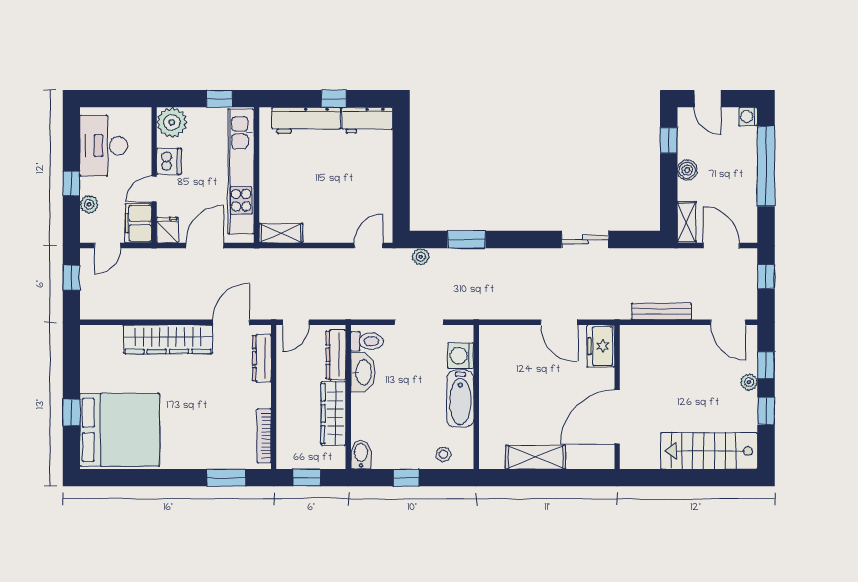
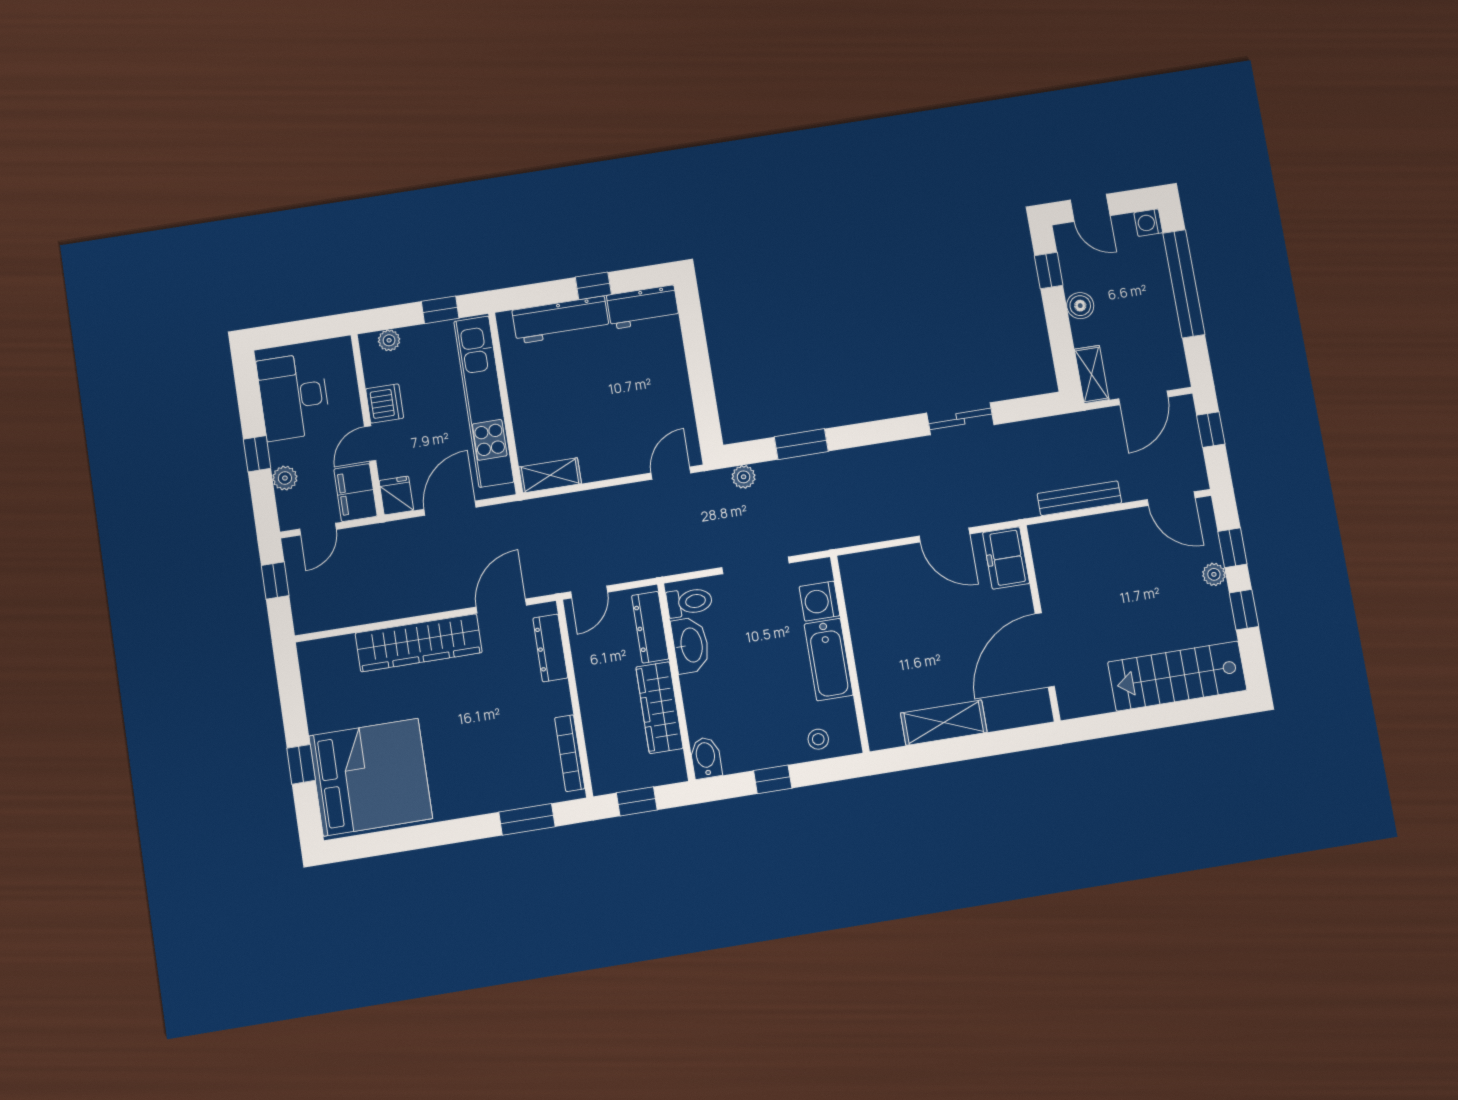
plant: (172, 122) -> (389, 340), width x0.53, depth x0.53
door: (721, 245) -> (1143, 398), swing flipped

